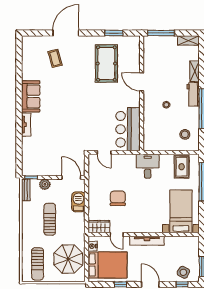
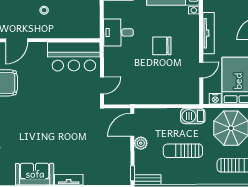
plant: (45, 184) -> (141, 143), moved
chair: (118, 198) -> (162, 46), moved
barbecue: (78, 202) -> (193, 116), moved
wardrobe: (99, 227) -> (192, 91), removed

